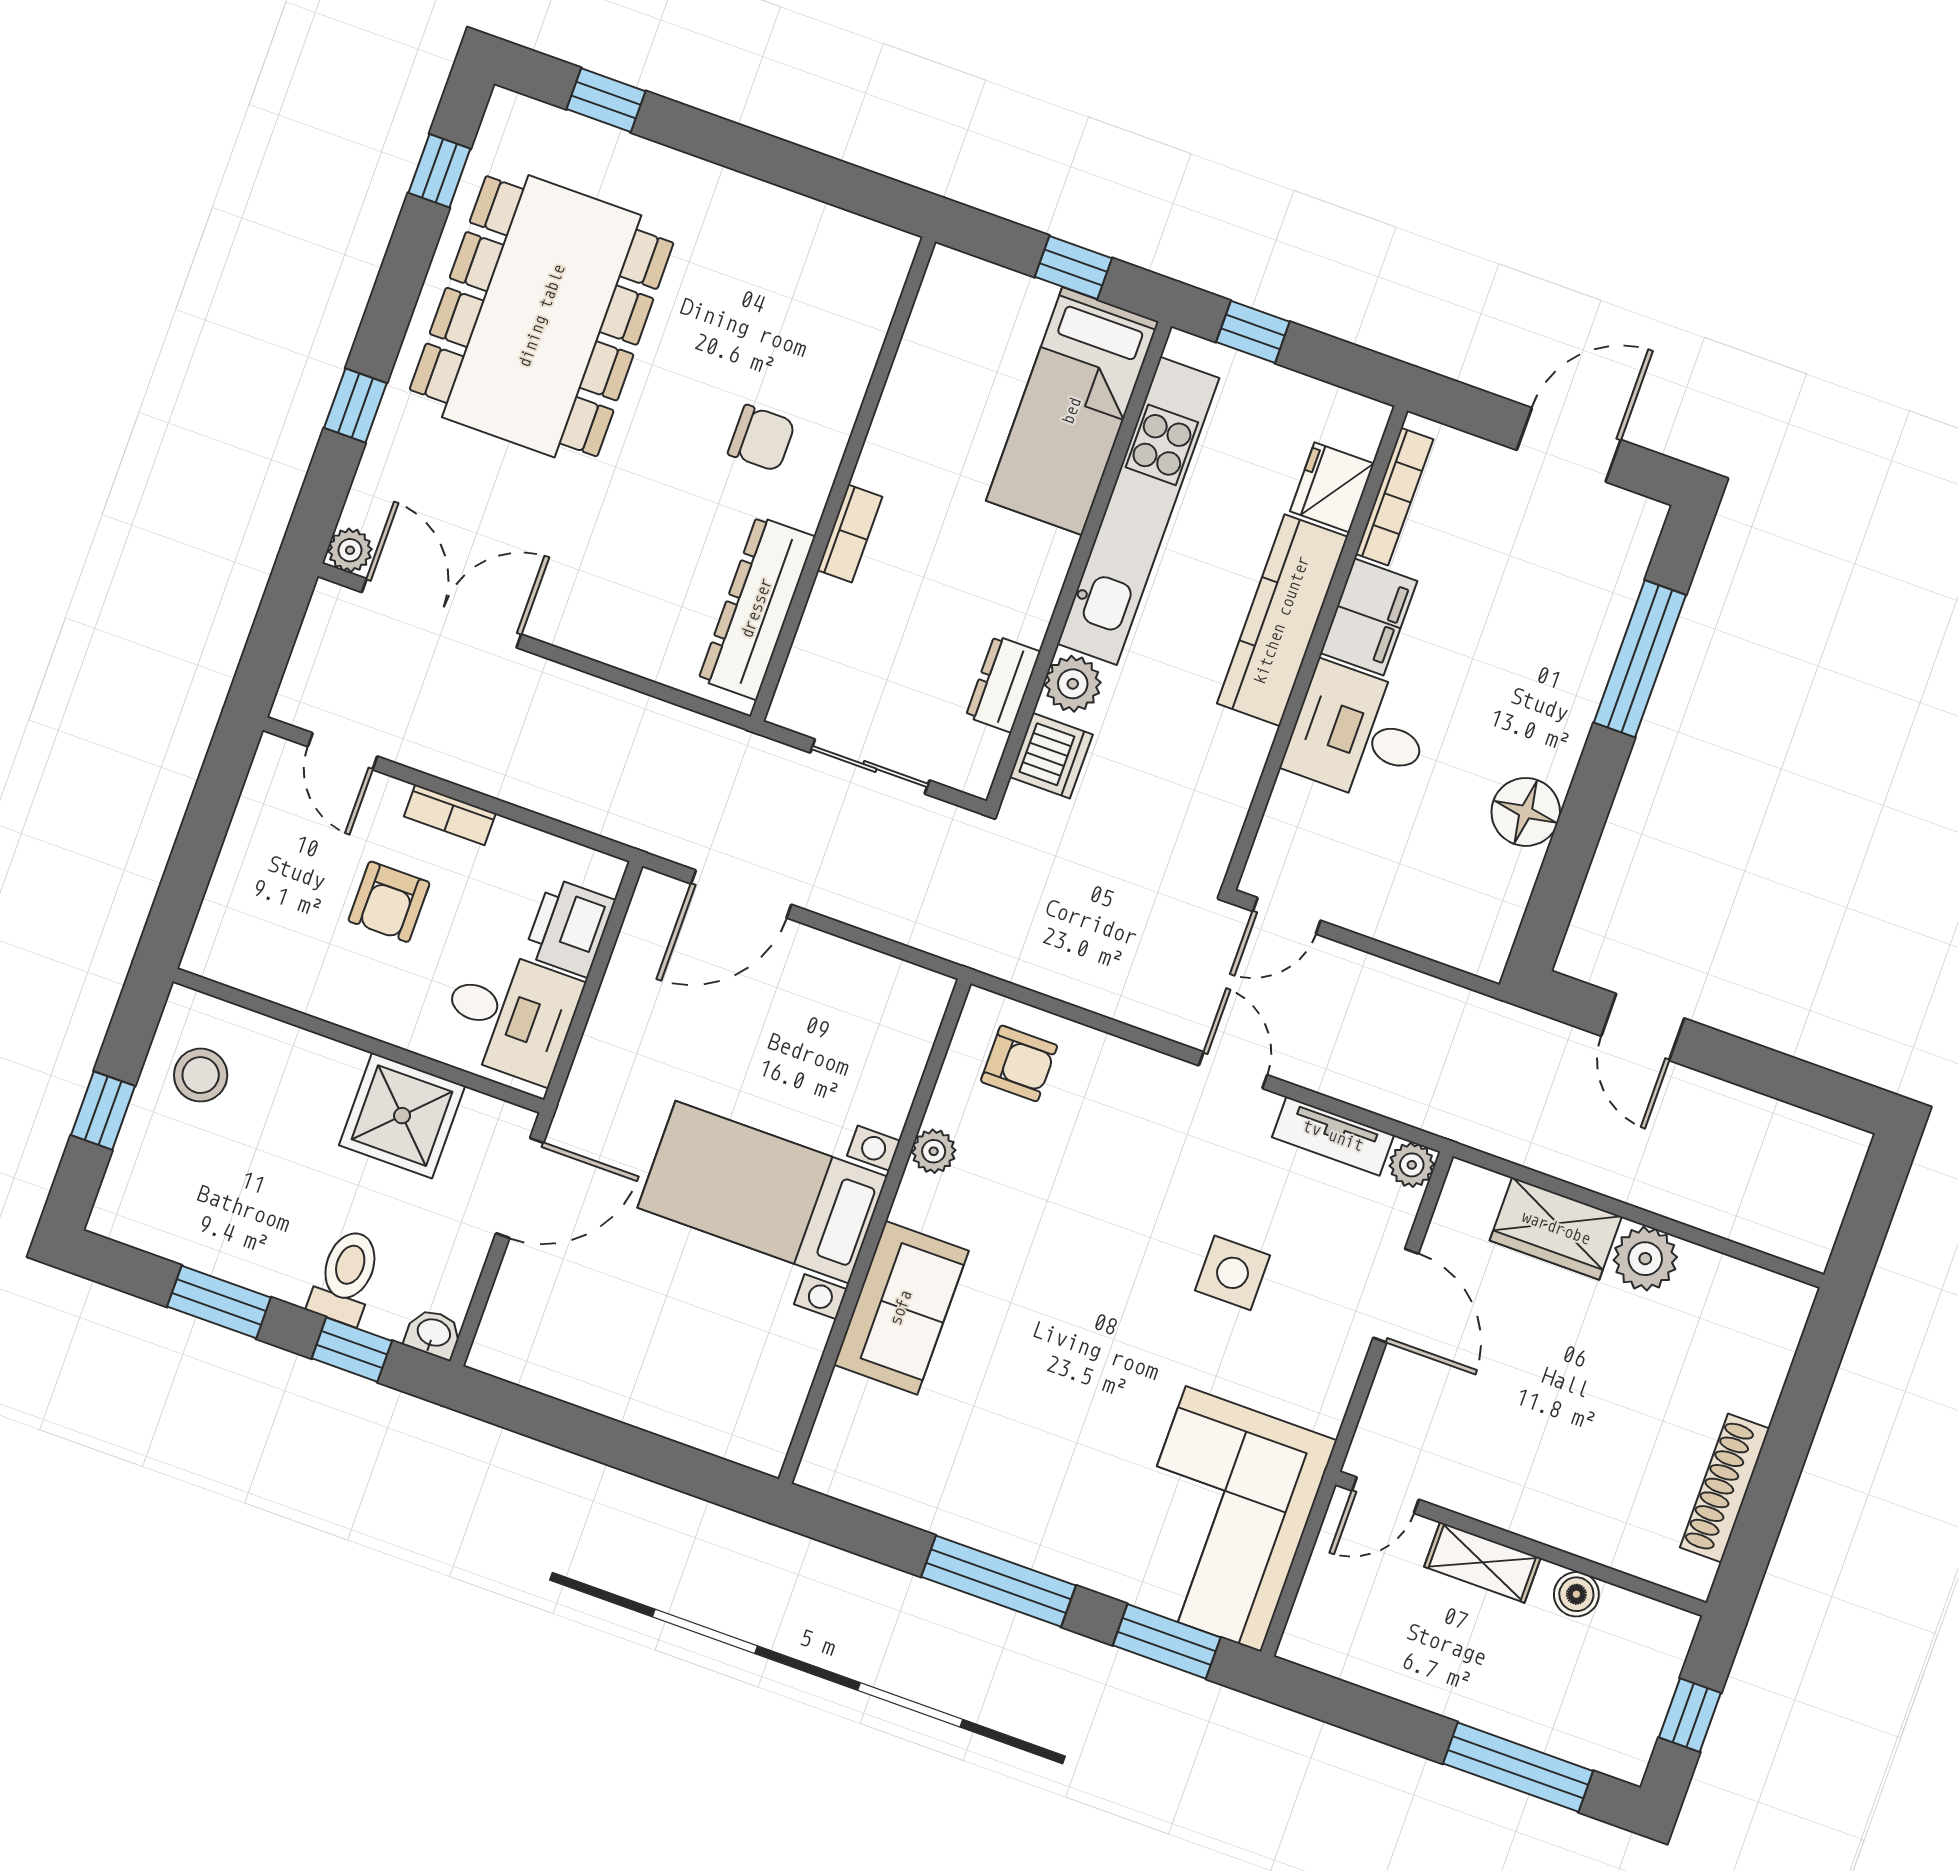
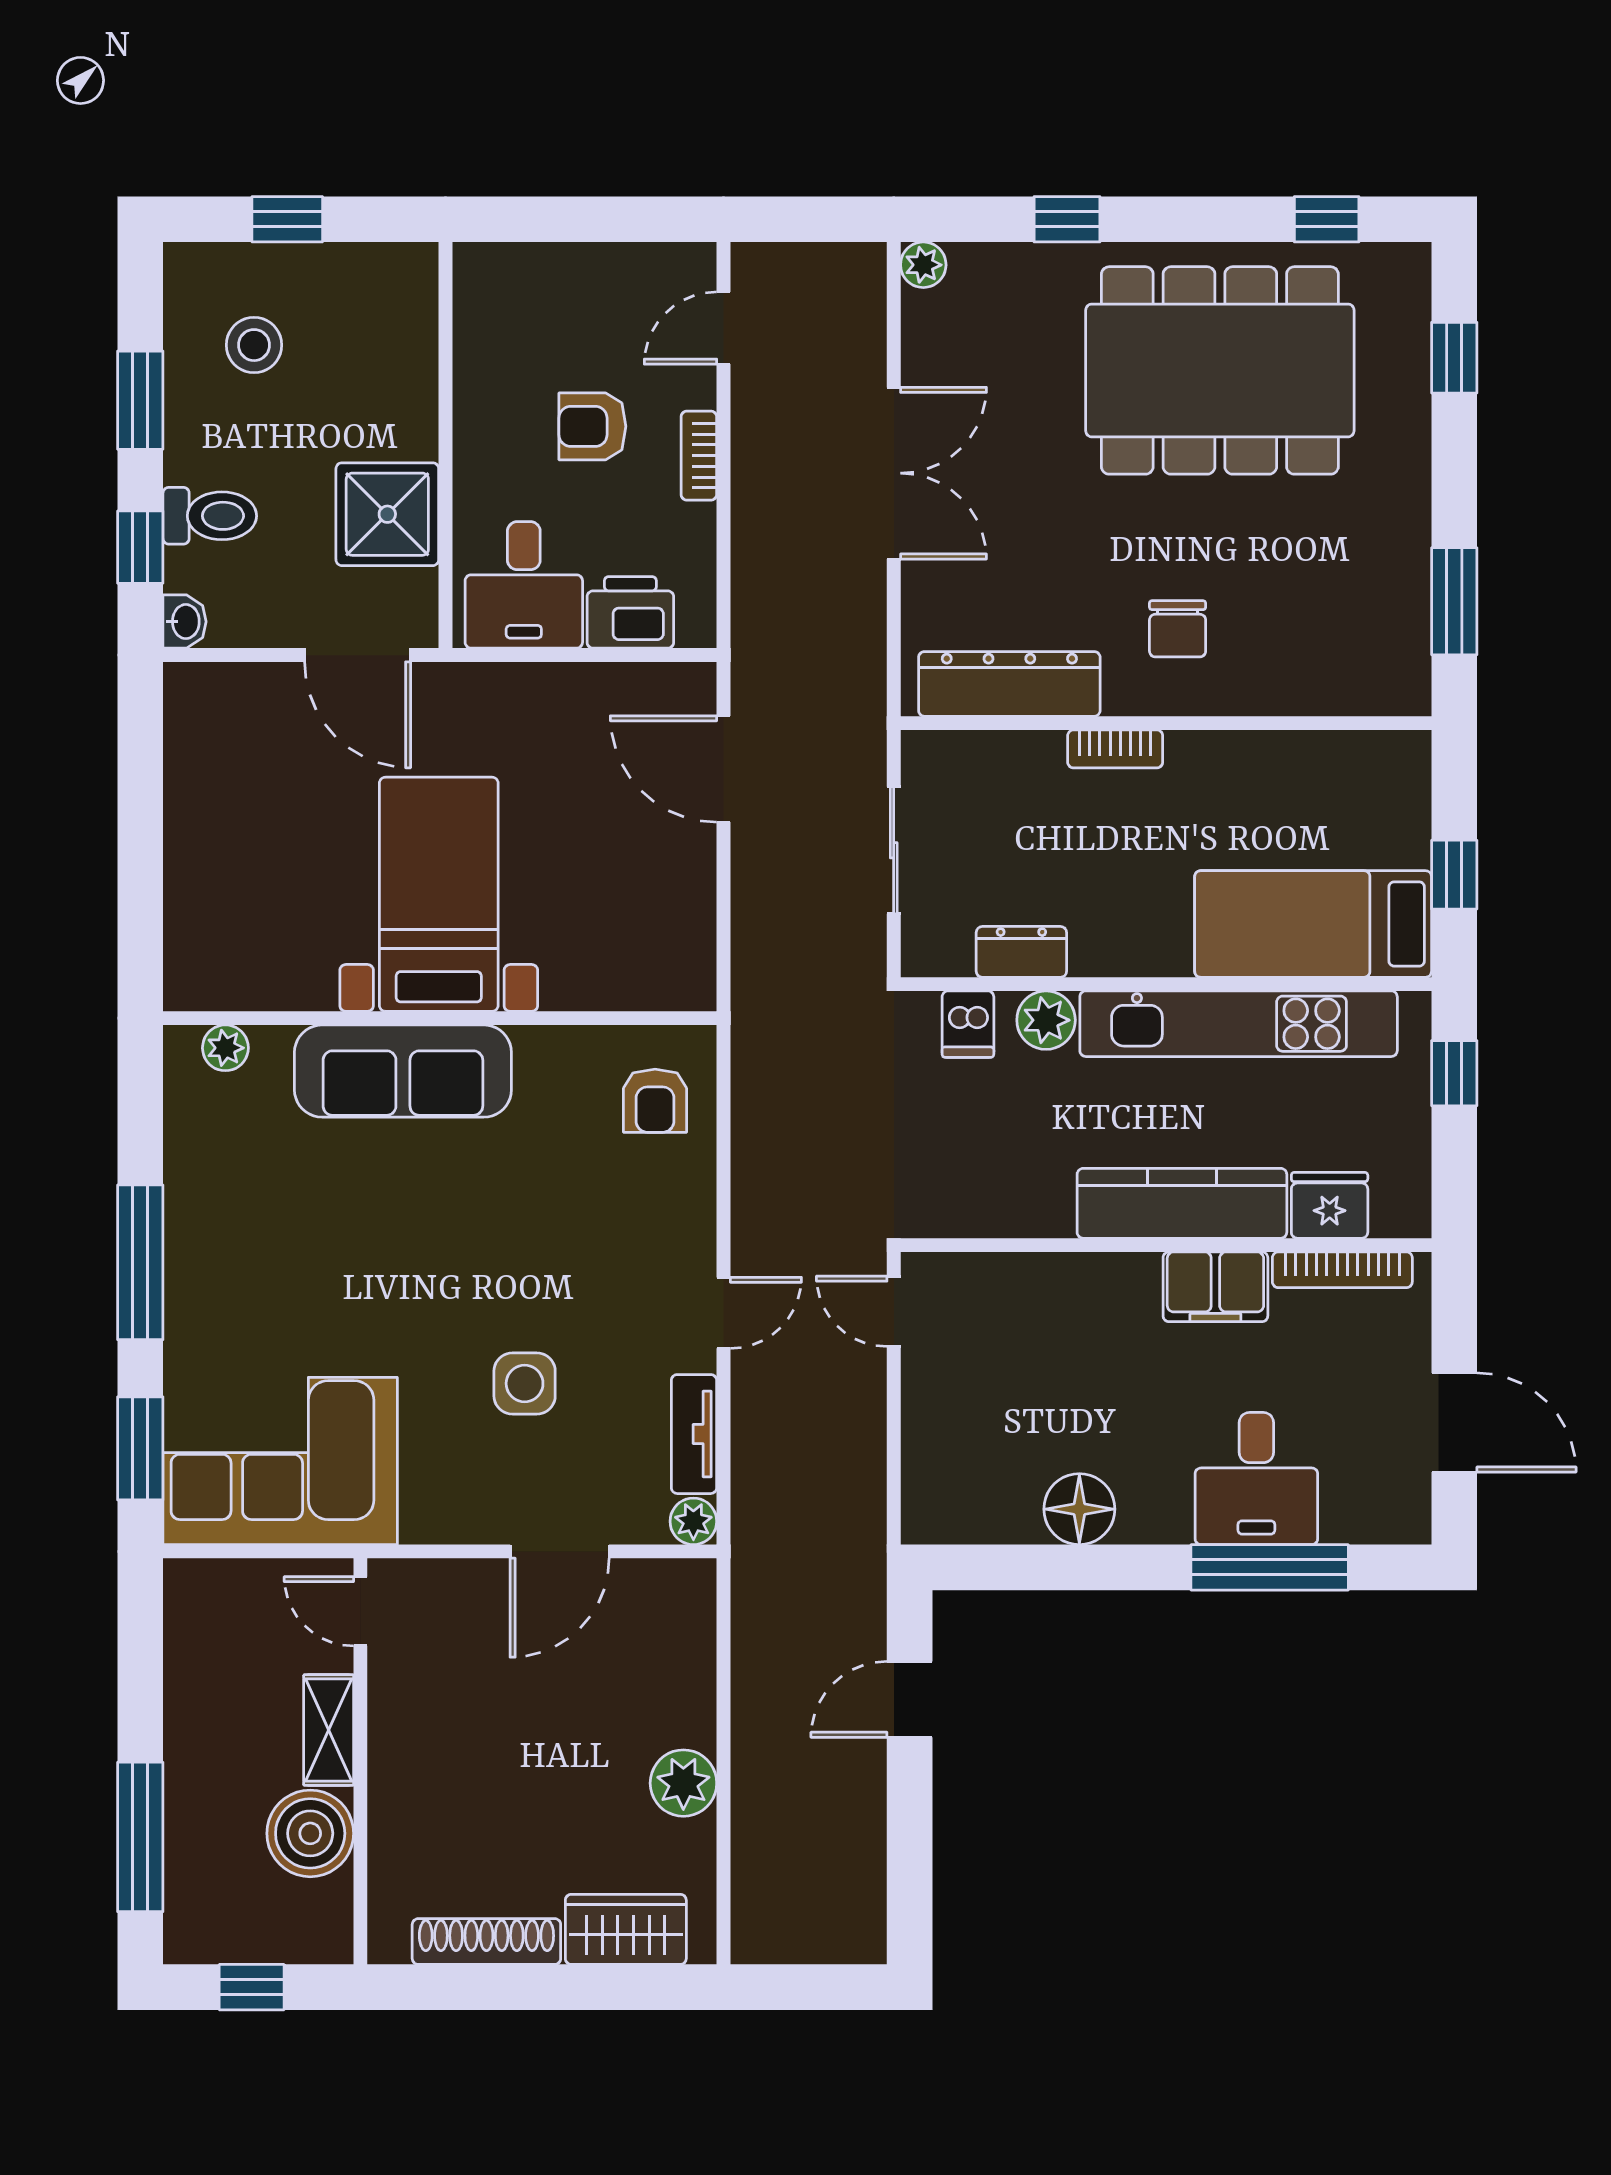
window: (826, 179) -> (1454, 601), added
double door: (442, 613) -> (894, 473), moved
desk: (1359, 734) -> (1256, 1479), moved, turned 180
dishwasher: (1051, 756) -> (968, 1024), width x0.73
stool: (201, 1075) -> (254, 345), moved
plant: (934, 1151) -> (225, 1048), moved
wardrobe: (1556, 1228) -> (626, 1929), moved, turned 90
sofa: (901, 1308) -> (403, 1071), width x1.36
boiler: (1576, 1594) -> (310, 1833), width x1.86, depth x1.86

